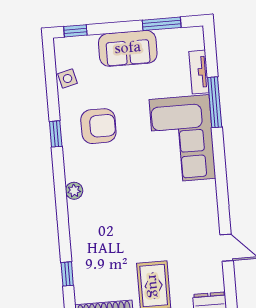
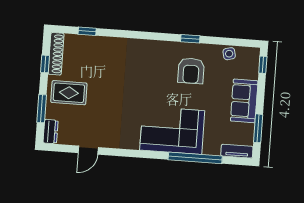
tv unit: (199, 72) -> (237, 151), moved
window: (215, 102) -> (195, 158), width x1.46
plant: (74, 191) -> (147, 46), removed

